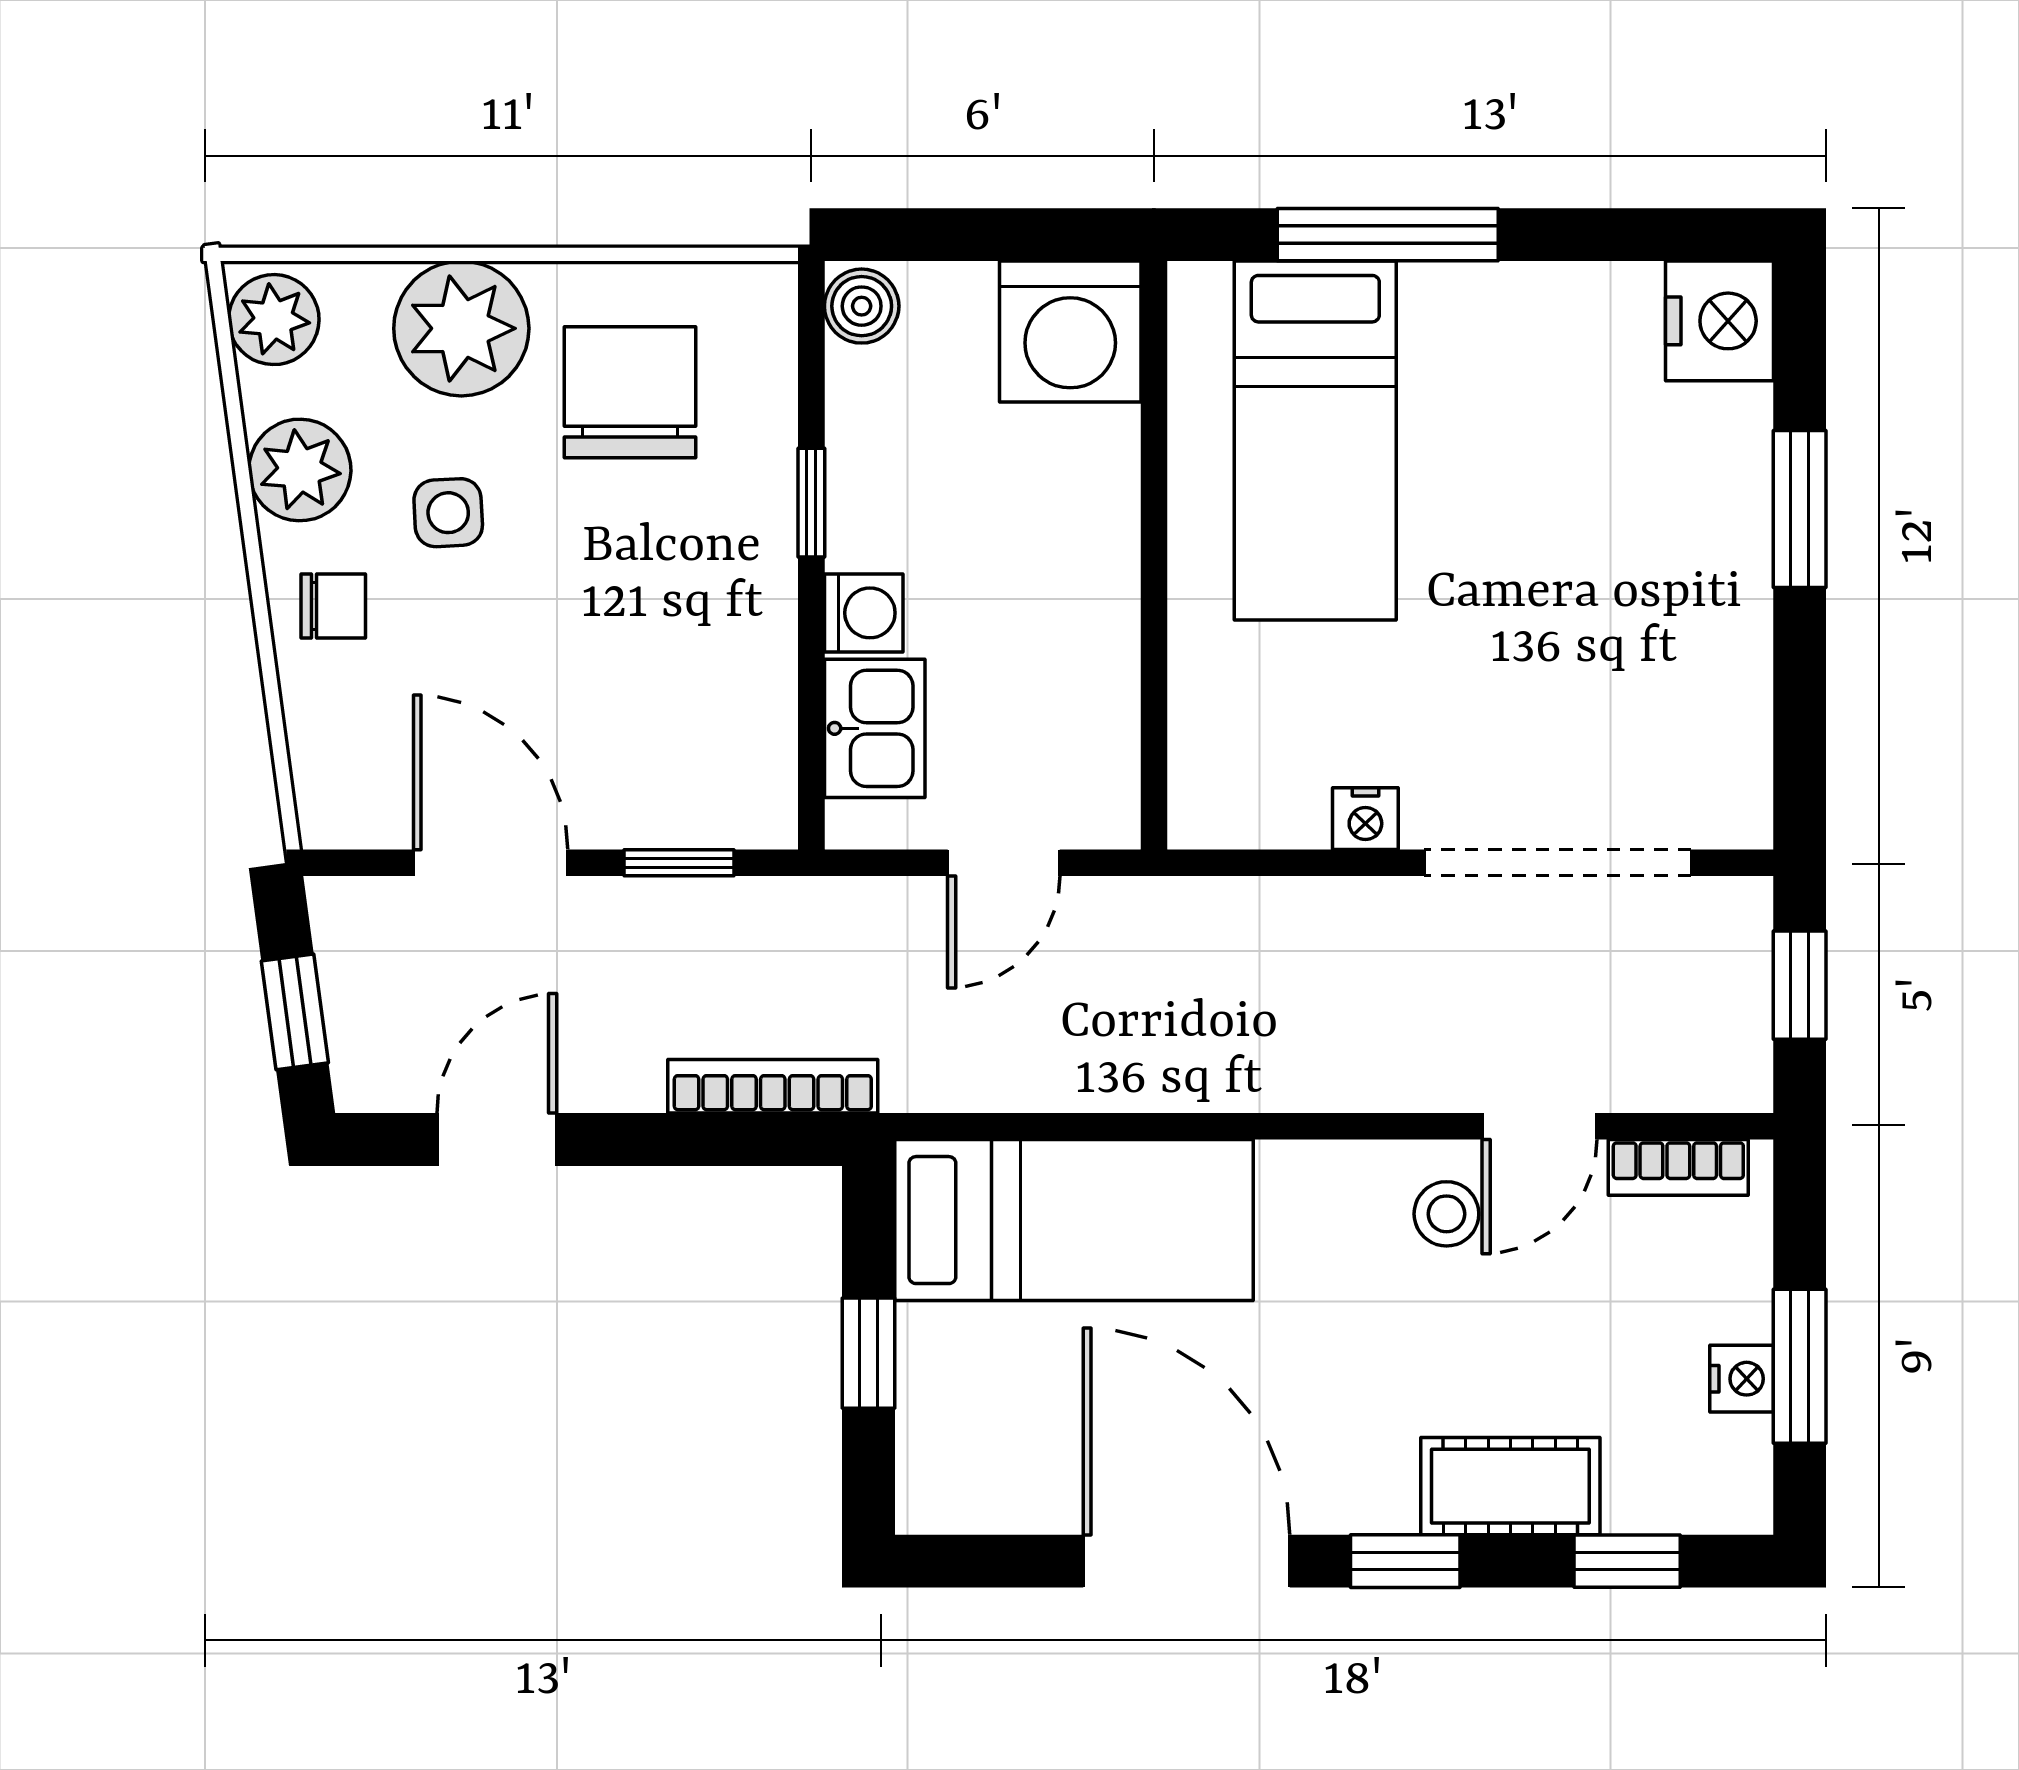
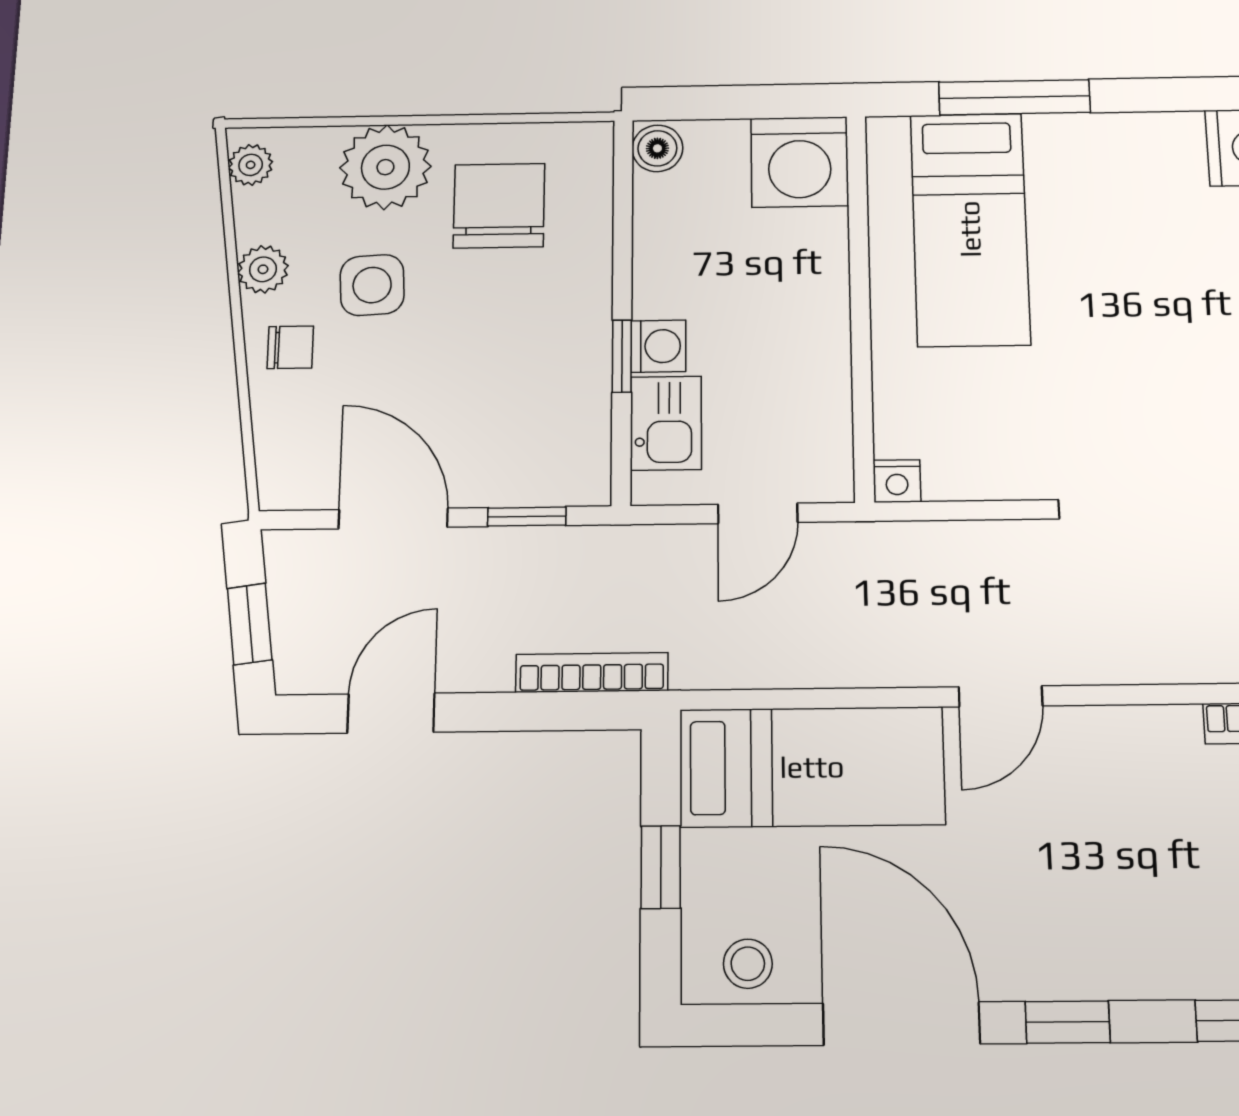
plant: (274, 320) -> (251, 165), width x0.73, depth x0.73
plant: (300, 470) -> (263, 269), width x0.73, depth x0.73
window: (811, 503) -> (622, 356), moved
side table: (448, 513) -> (372, 285), width x1.37, depth x1.37
nightstand: (1365, 819) -> (897, 481), moved
door: (1539, 1126) -> (1001, 696), moved
stool: (1446, 1214) -> (748, 964), moved
cot: (1510, 1486) -> (1145, 963), removed

